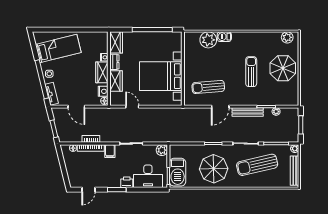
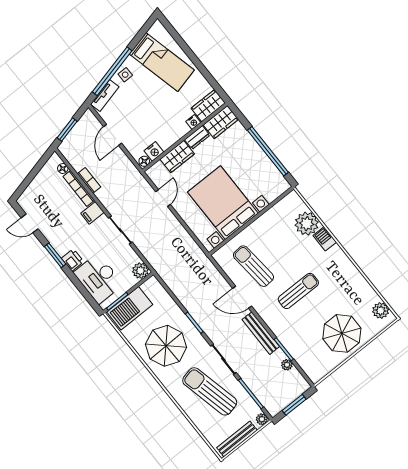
wardrobe: (102, 72) -> (208, 106), moved
sun lounger: (251, 72) -> (298, 291), moved

